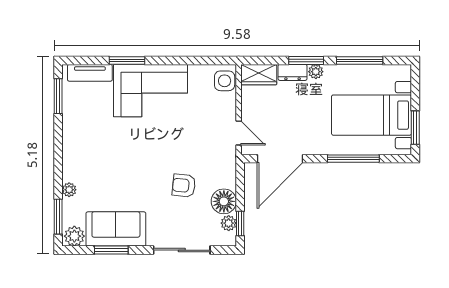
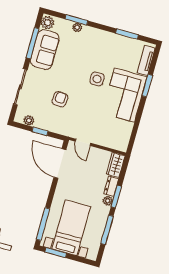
side table: (225, 81) -> (97, 79), moved
window: (58, 96) -> (127, 34), moved
door: (239, 133) -> (83, 142), hinge flipped
window: (353, 159) -> (43, 224), moved
floor lamp: (224, 201) -> (43, 121), removed
window: (58, 217) -> (76, 20), moved
window: (240, 223) -> (40, 131), moved
window: (111, 250) -> (32, 43), width x1.44

